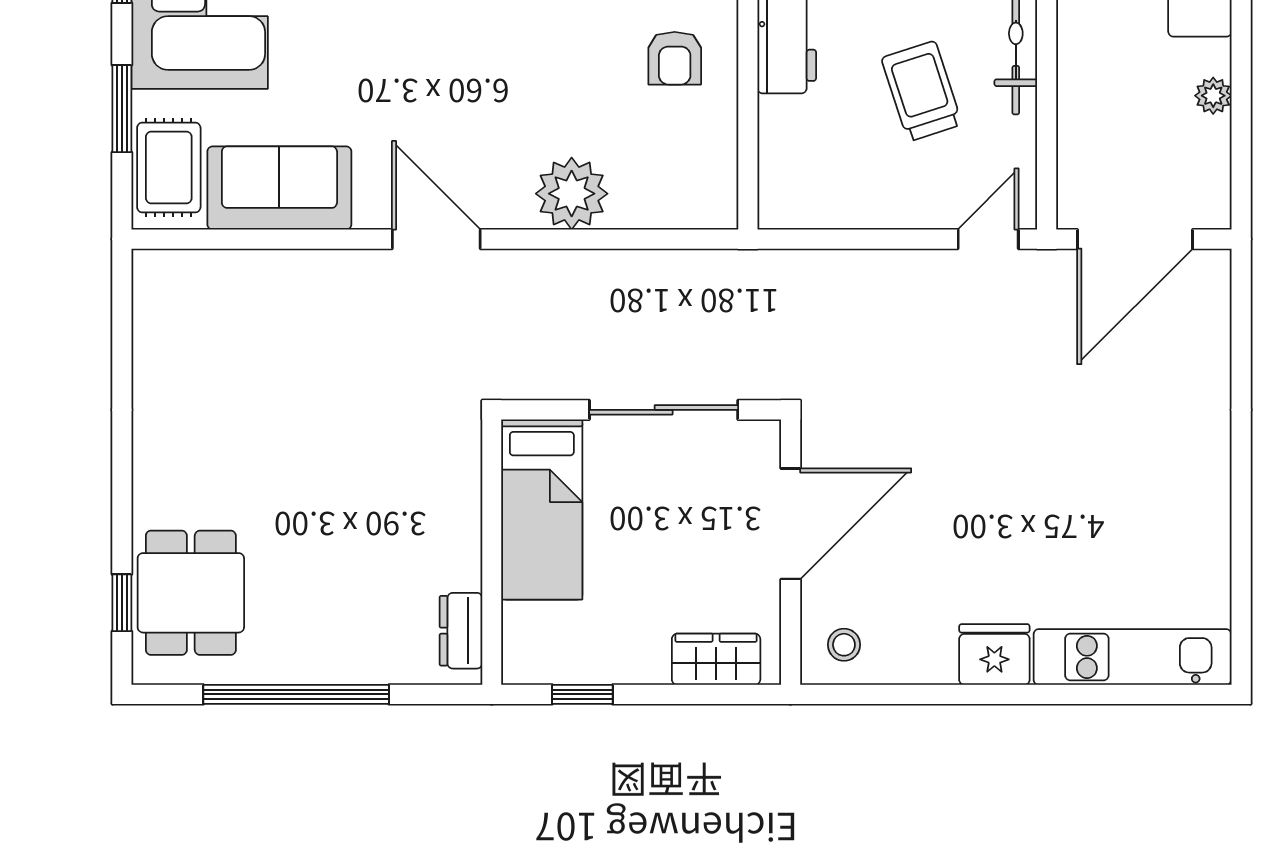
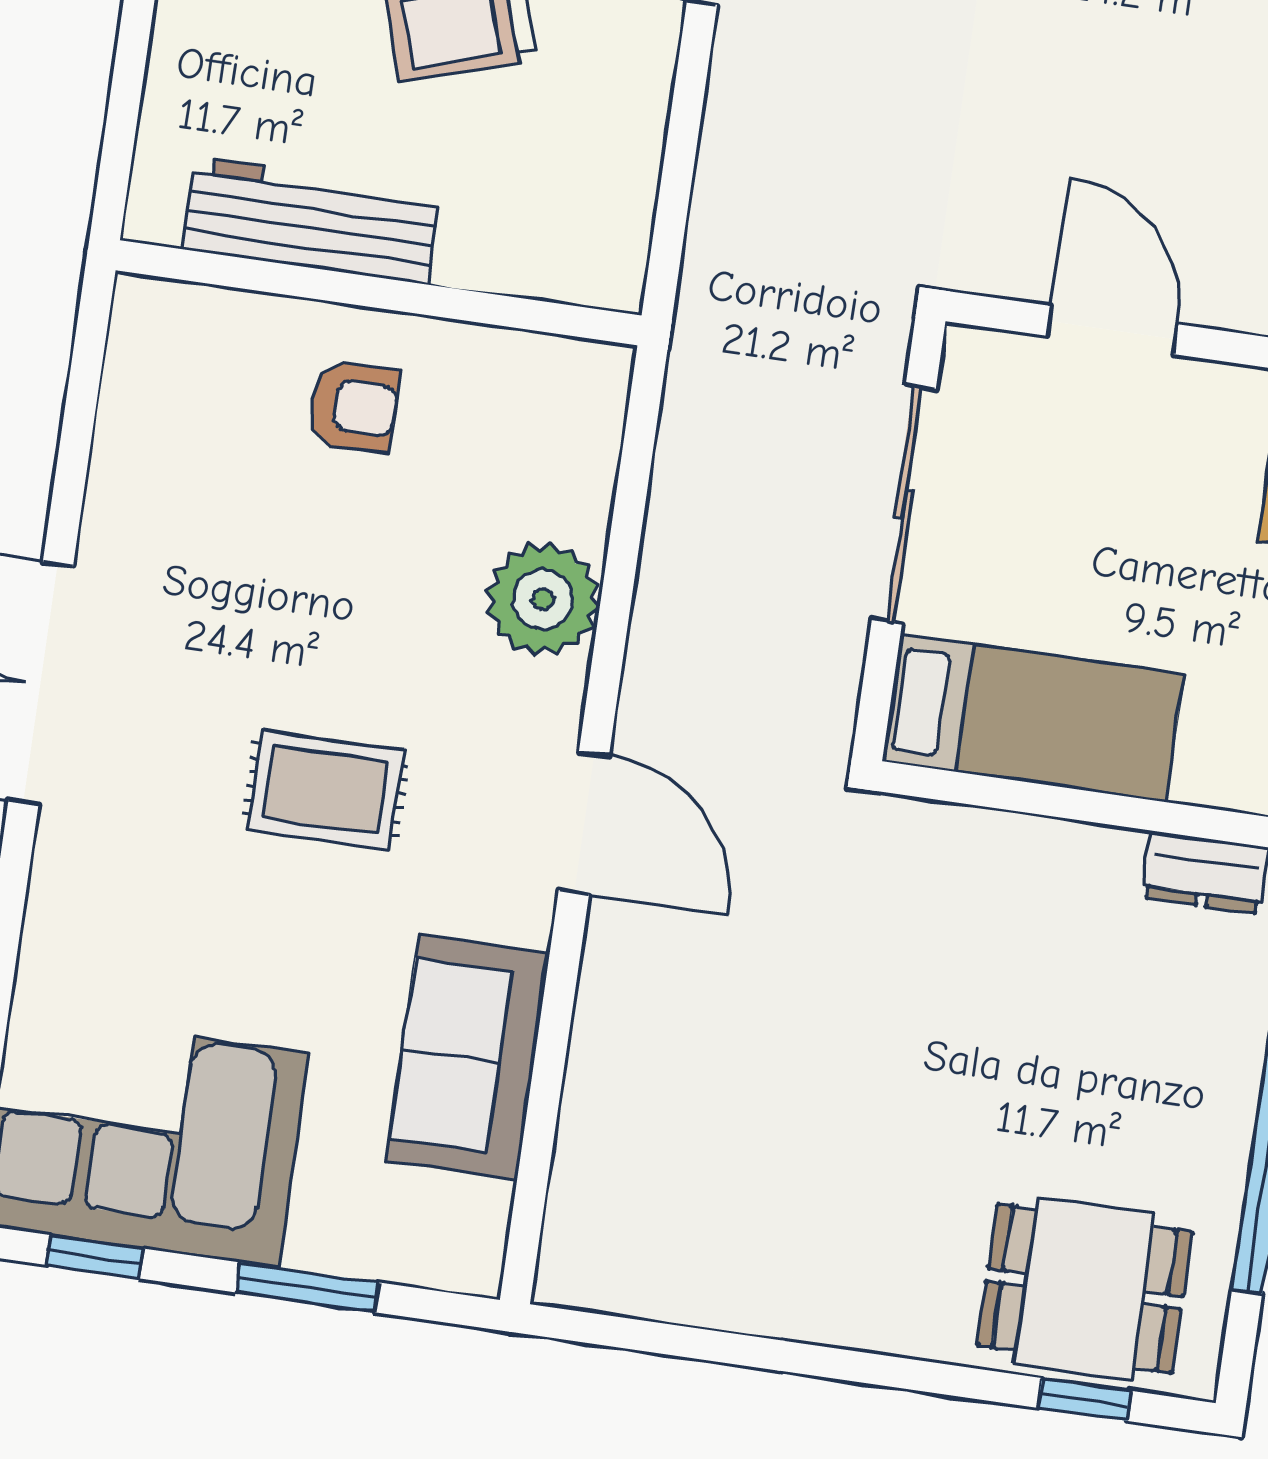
rug: (169, 167) -> (326, 790), moved
door: (436, 239) -> (584, 823), swing flipped
door: (791, 524) -> (1112, 330), width x0.73

